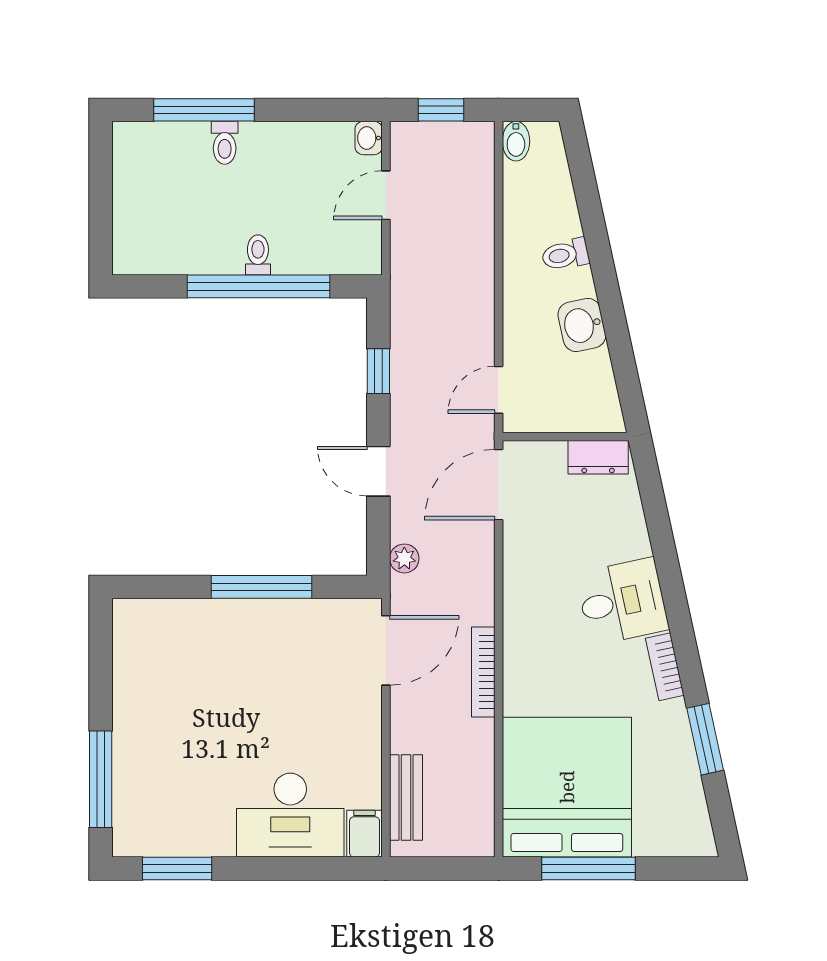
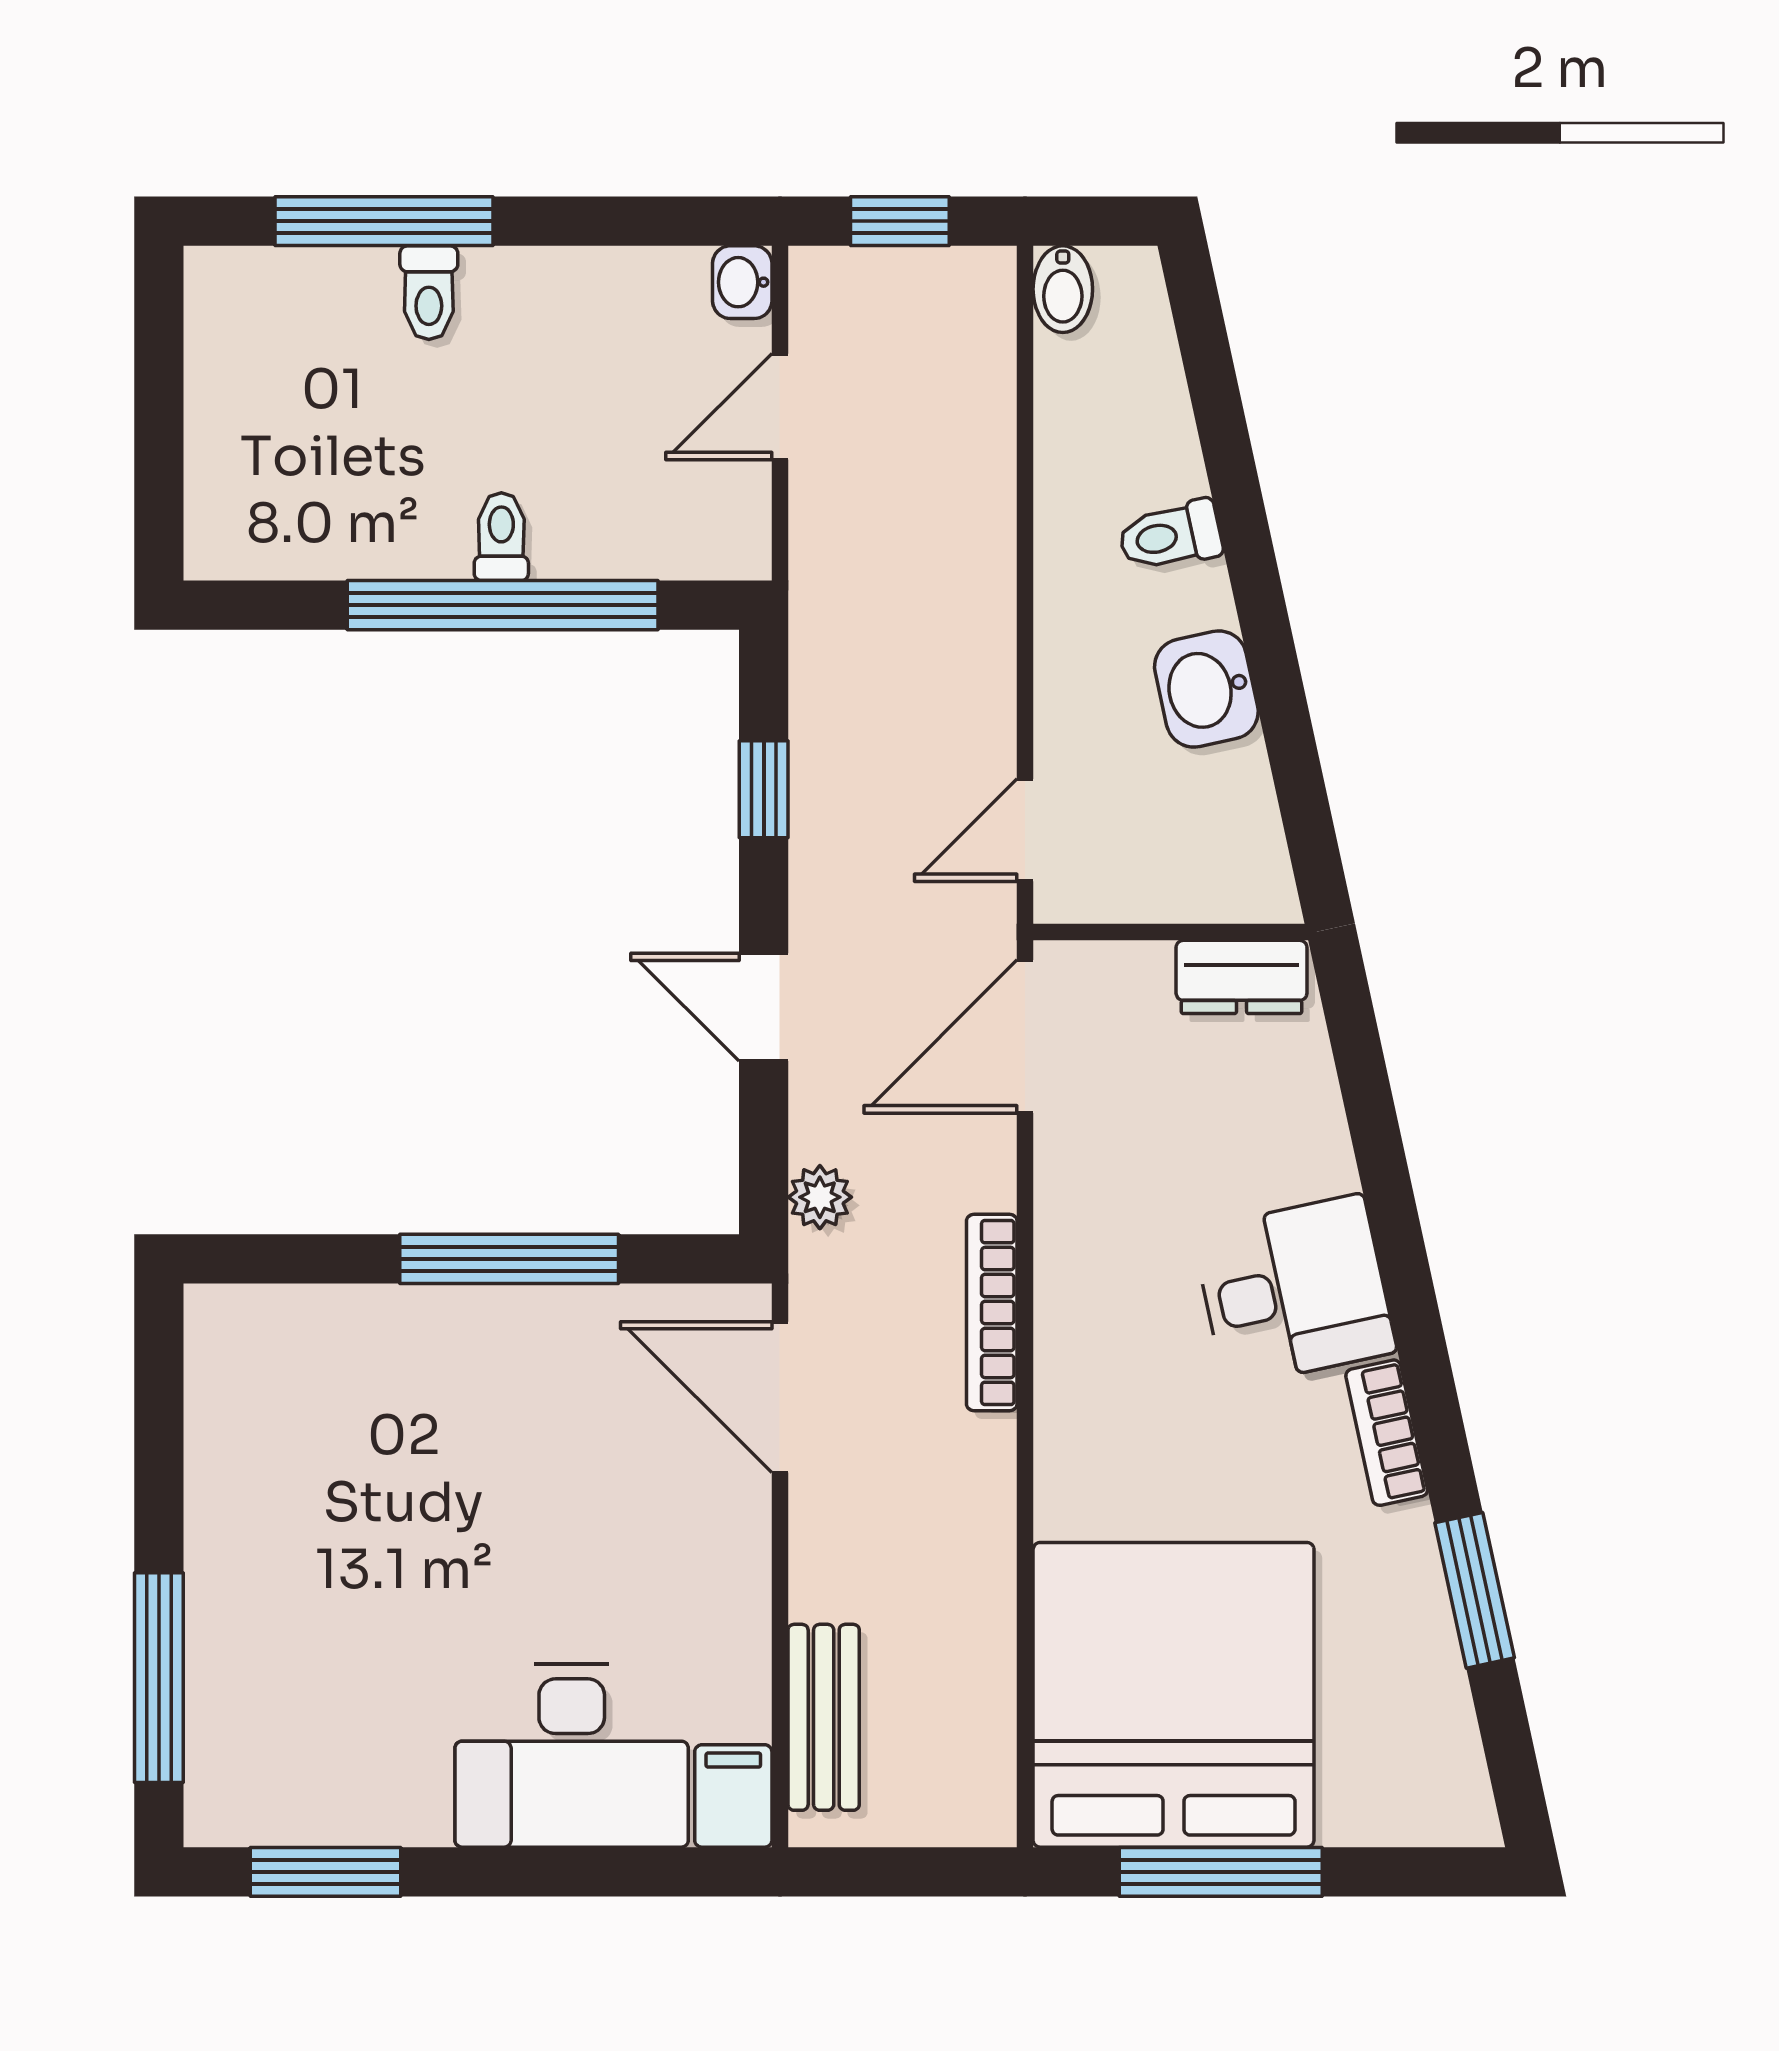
door: (386, 650) -> (780, 1397), swing flipped
bookcase: (483, 672) -> (992, 1312), moved

